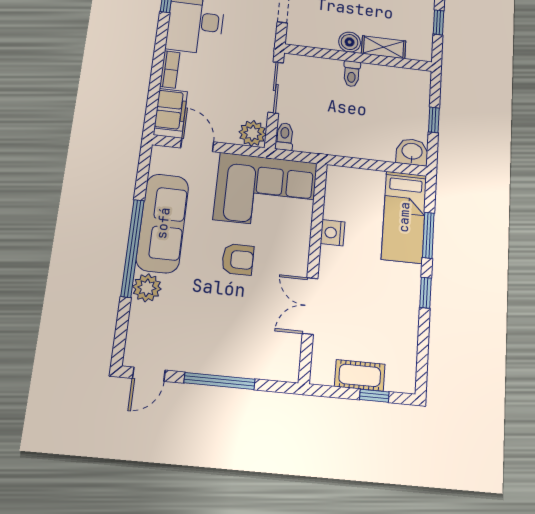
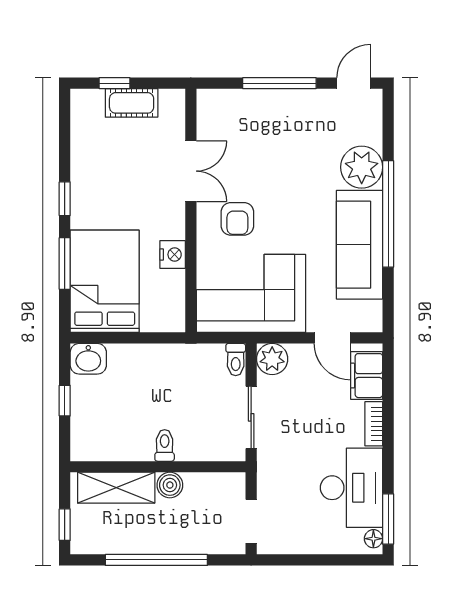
shelving: (384, 47) -> (116, 488), width x1.50, depth x1.33
bed: (404, 217) -> (105, 281), width x1.50
armchair: (238, 259) -> (237, 219), moved, turned -90
plant: (147, 288) -> (362, 167), width x1.36, depth x1.36

